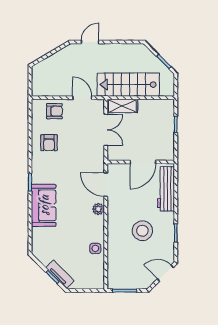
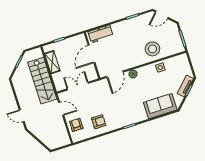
door: (82, 98) -> (61, 109), swing flipped
shelving: (122, 106) -> (52, 62), moved
door: (143, 162) -> (92, 54), swing flipped
workbench: (166, 189) -> (101, 34), width x0.73
sofa: (44, 205) -> (160, 106), moved
stool: (142, 231) -> (152, 49), moved
door: (165, 273) -> (162, 15), hinge flipped

